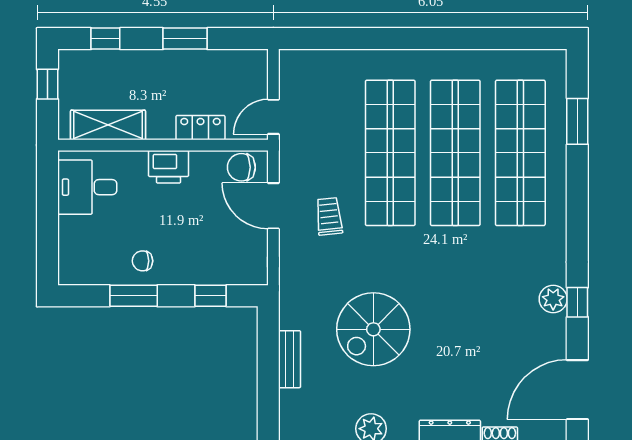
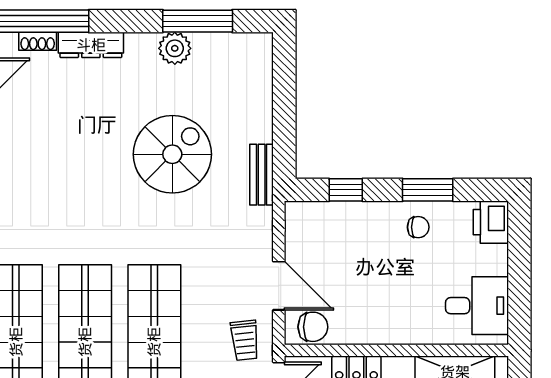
printer: (169, 167) -> (491, 222), moved, turned -90
trolley: (329, 216) -> (245, 340), moved
bench: (290, 359) -> (262, 175), moved

